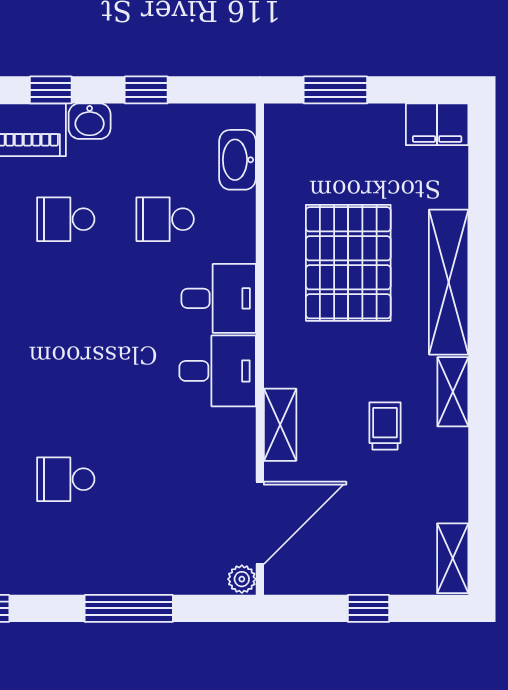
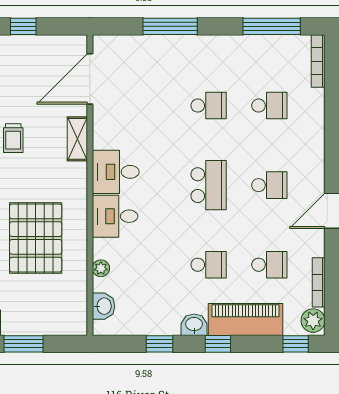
window: (335, 90) -> (23, 344), moved
washbasin: (237, 160) -> (103, 306), width x0.72
school desk: (165, 219) -> (209, 185), moved, width x1.85
plant: (242, 579) -> (101, 268), moved

